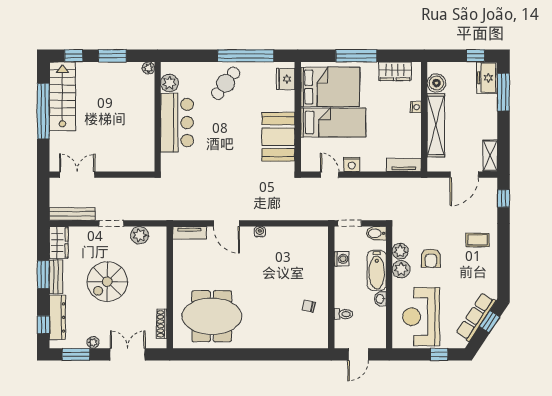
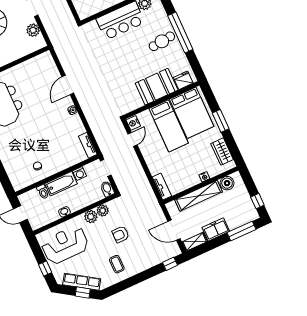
window: (246, 56) -> (180, 33), moved
window: (356, 56) -> (221, 121), width x0.69
freezer: (487, 78) -> (216, 229), moved
cafe table: (226, 83) -> (162, 41), turned -44
booth: (278, 137) -> (157, 87), moved
nightstand: (352, 164) -> (133, 123), moved
tv unit: (189, 233) -> (88, 145), moved
coffee table: (477, 240) -> (117, 264), moved
armchair: (431, 258) -> (121, 234), moved
bathtub: (377, 270) -> (61, 184), moved, turned 180

